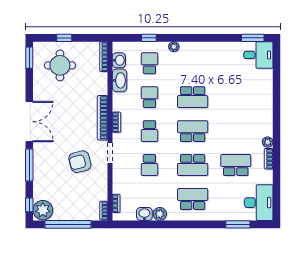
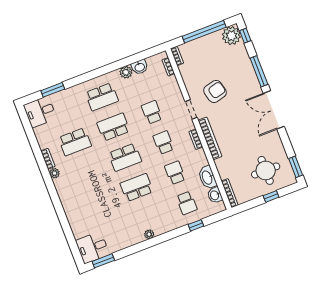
plant: (174, 47) -> (149, 234), moved
school desk: (149, 97) -> (175, 173), turned 180
desk: (259, 203) -> (40, 112), width x0.73

